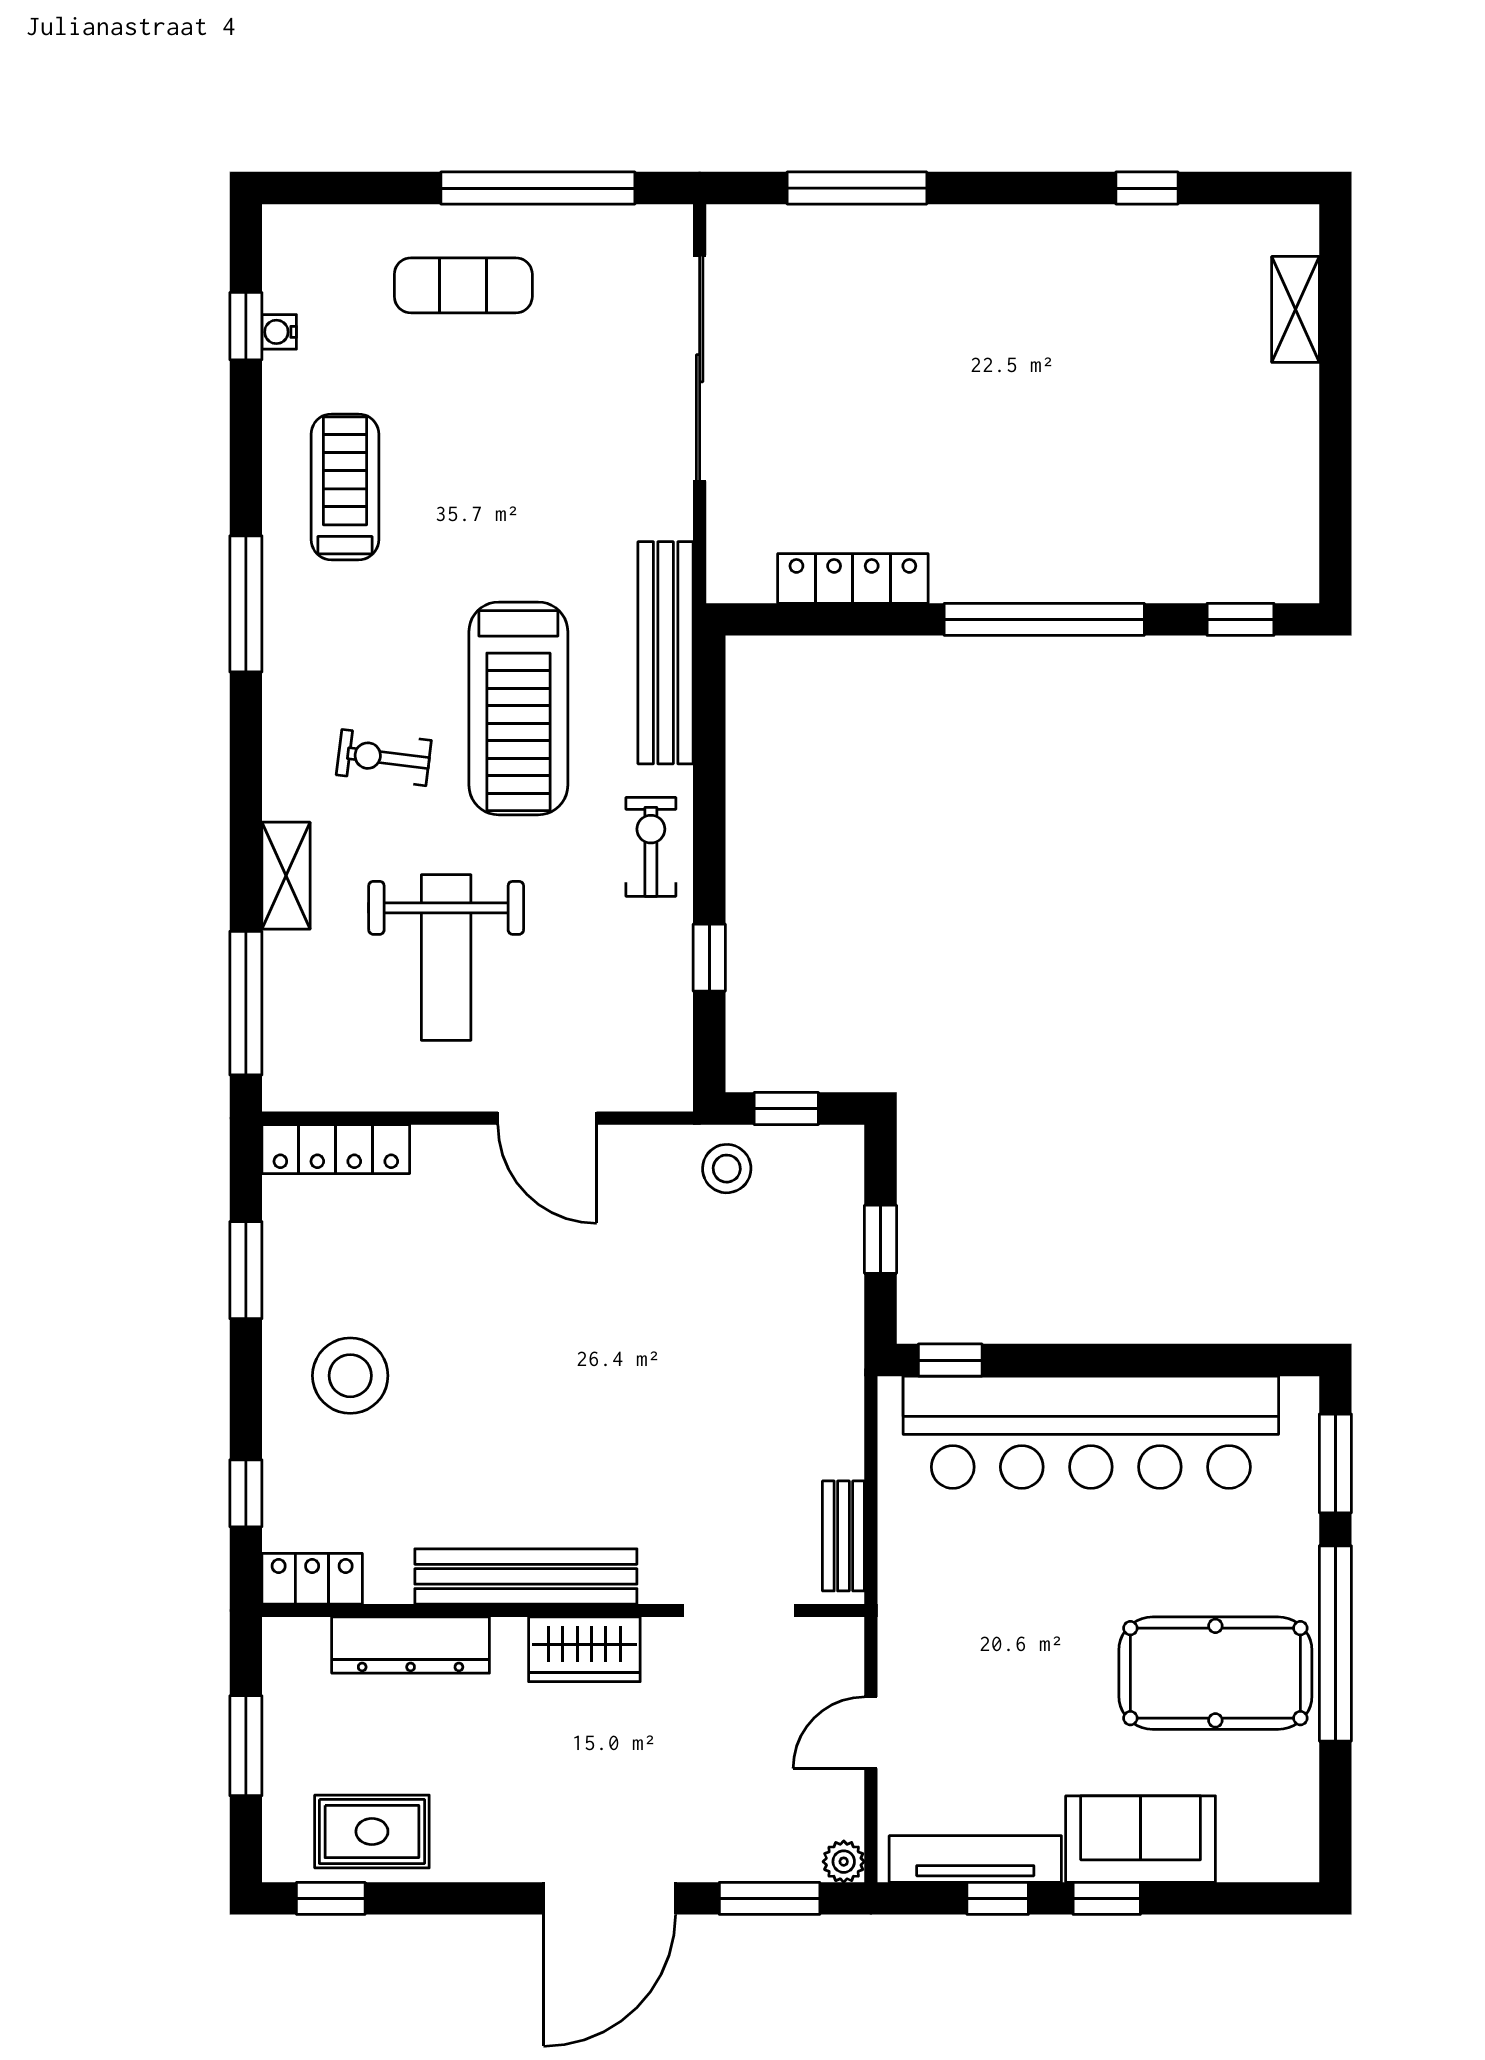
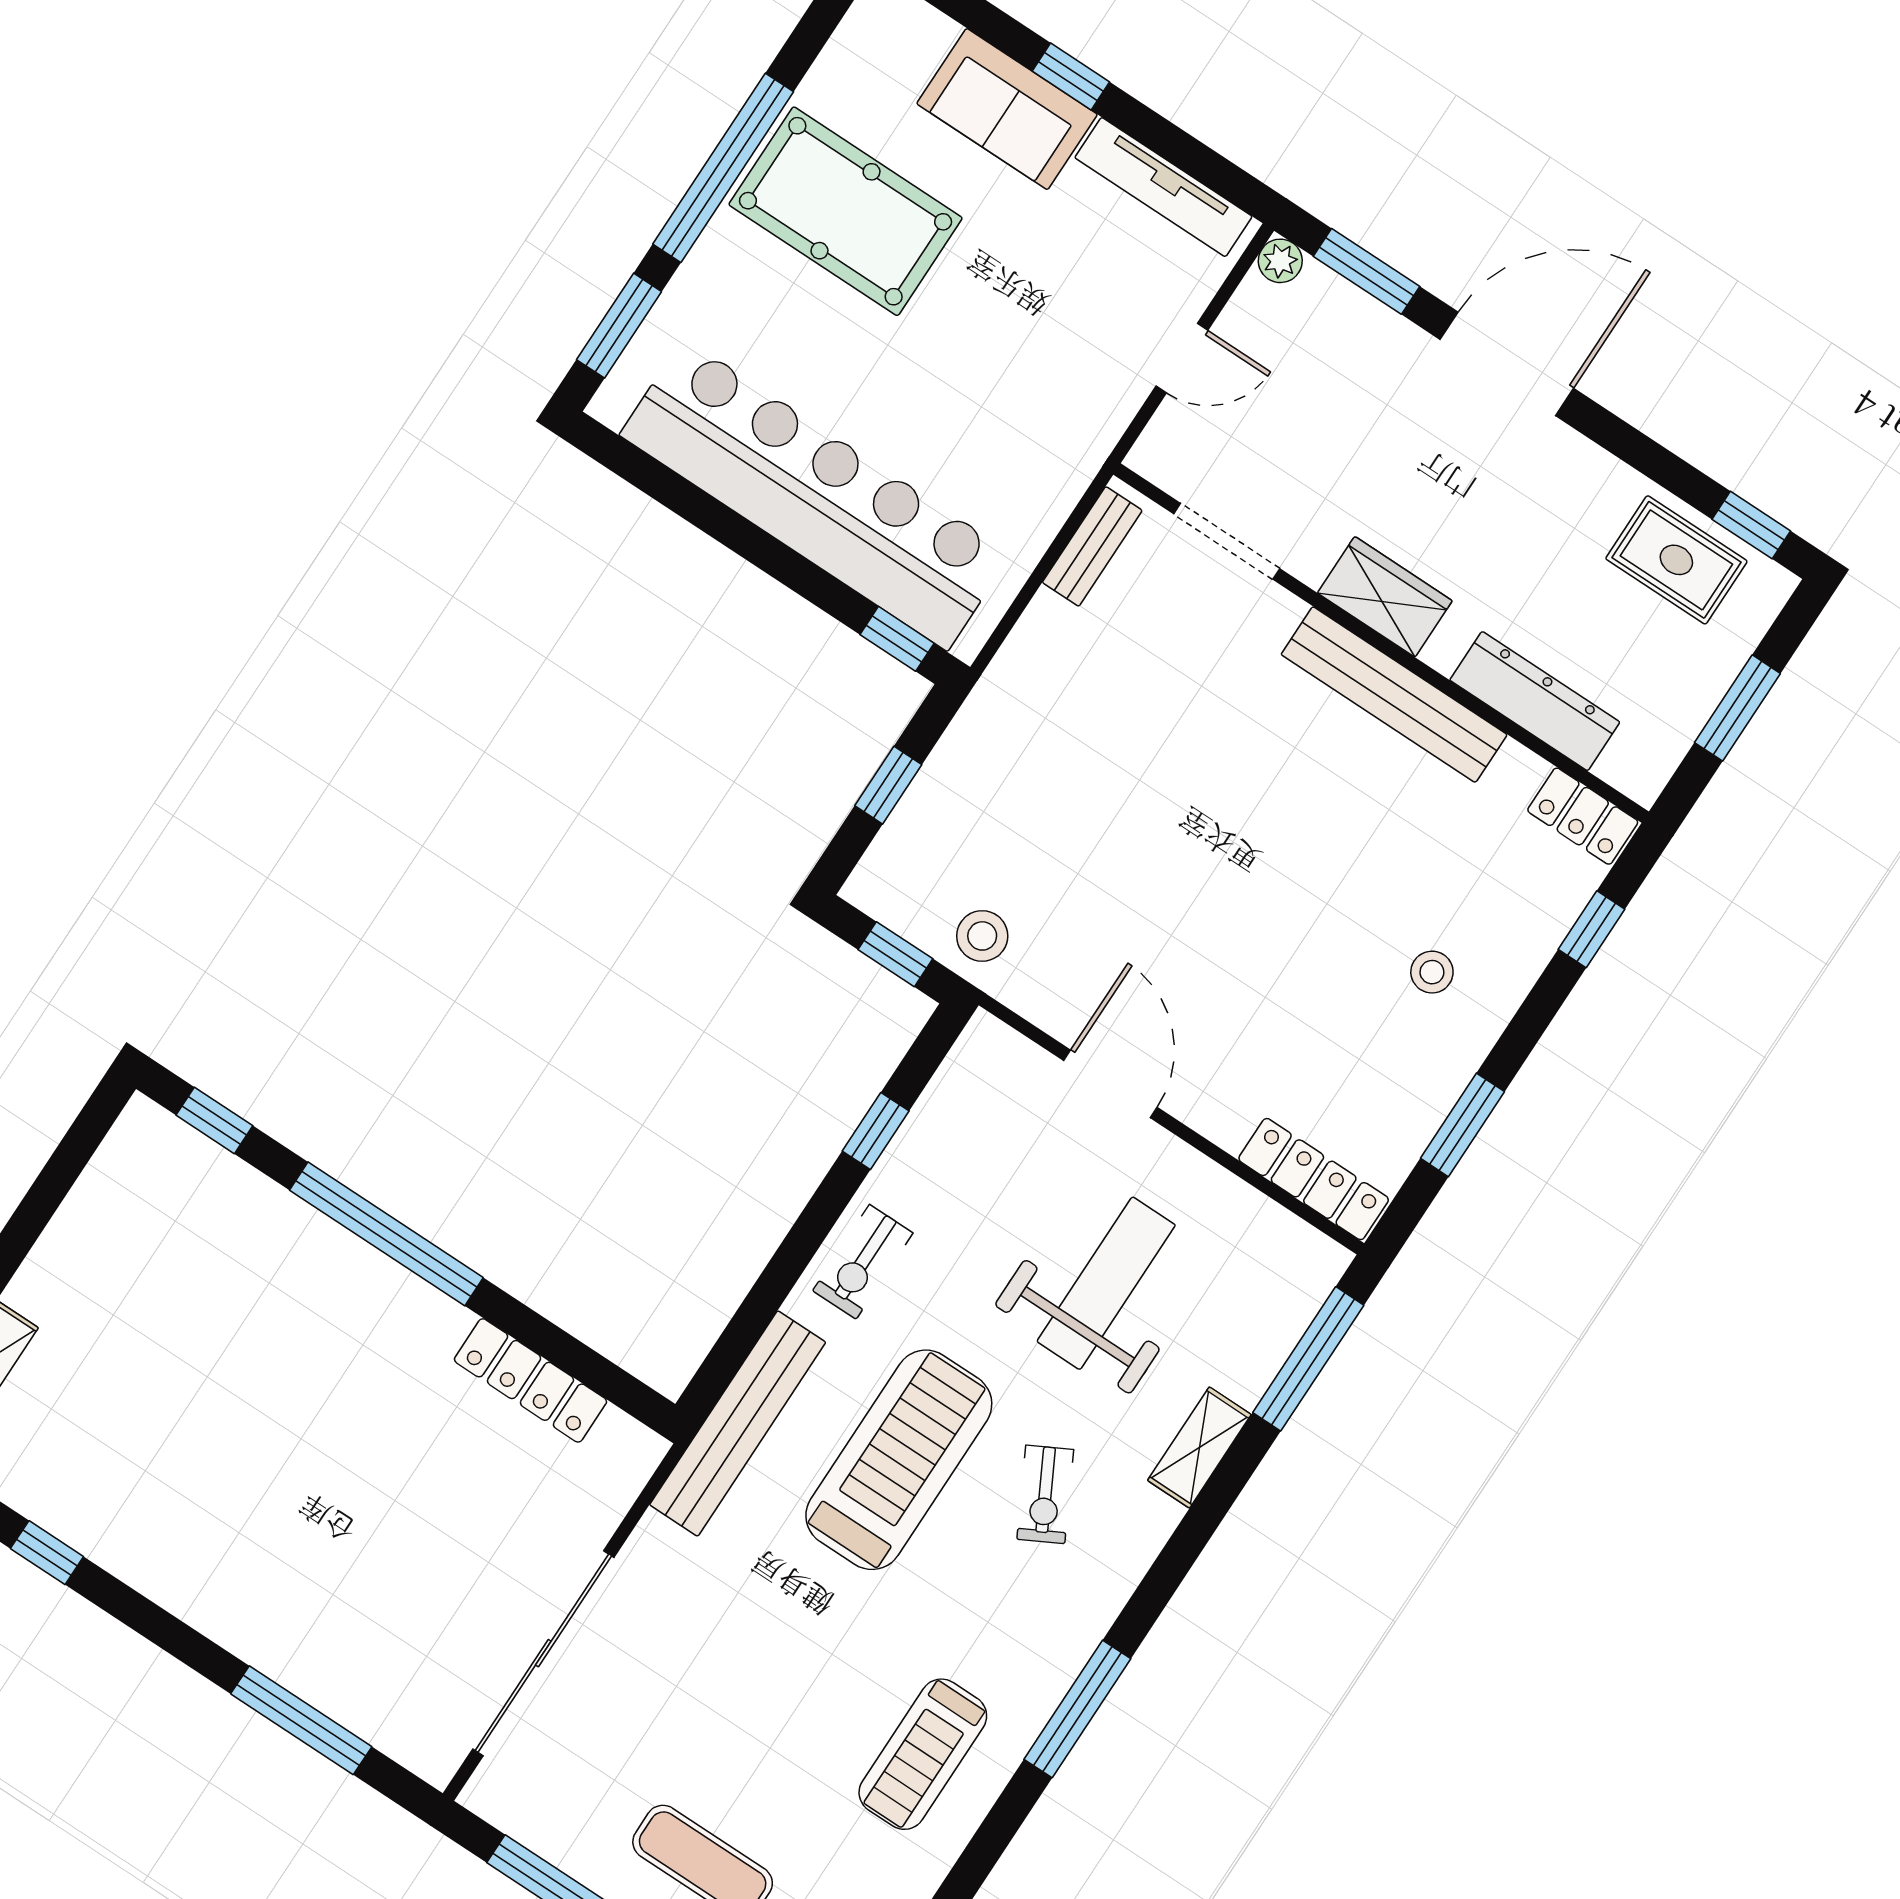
exercise bike: (384, 758) -> (1045, 1494), turned 55
stool: (350, 1376) -> (1432, 972), width x0.53, depth x0.53
window: (998, 1898) -> (1167, 140), removed

